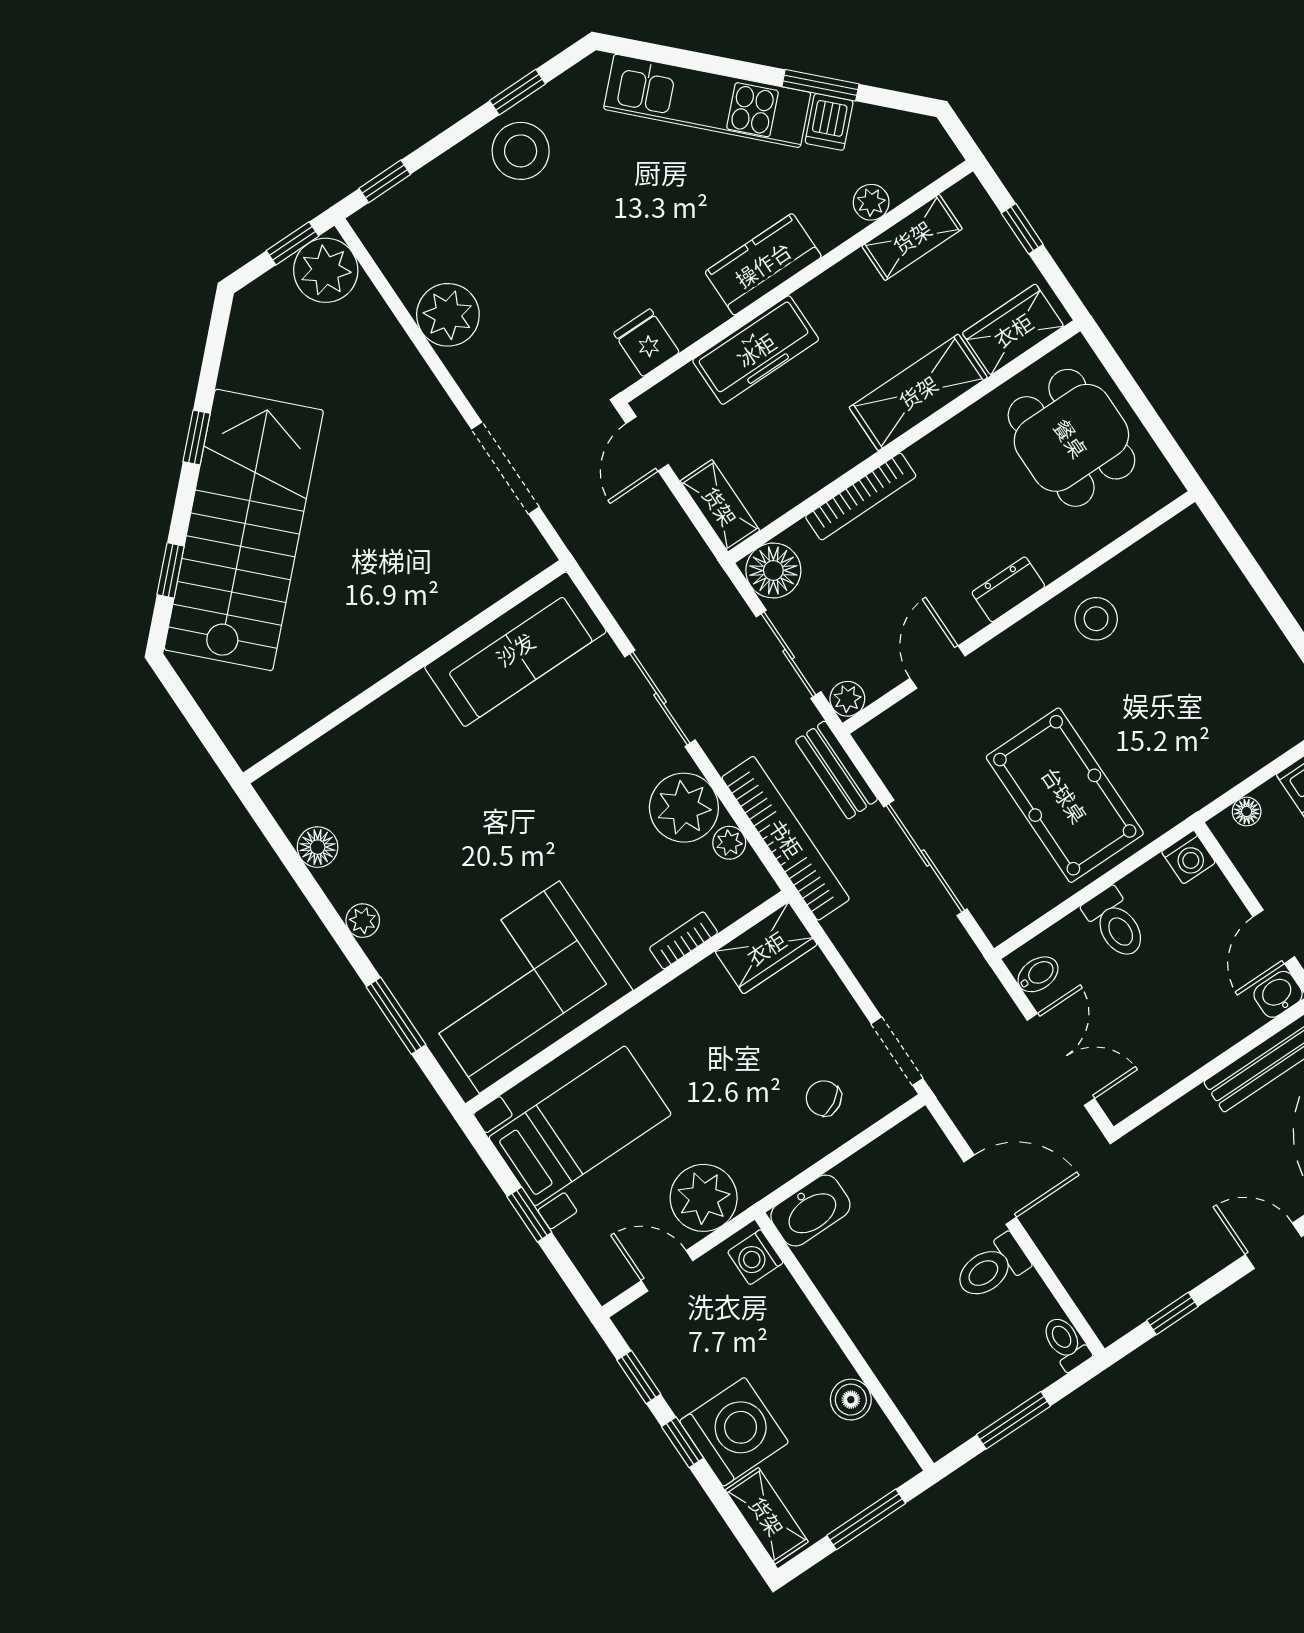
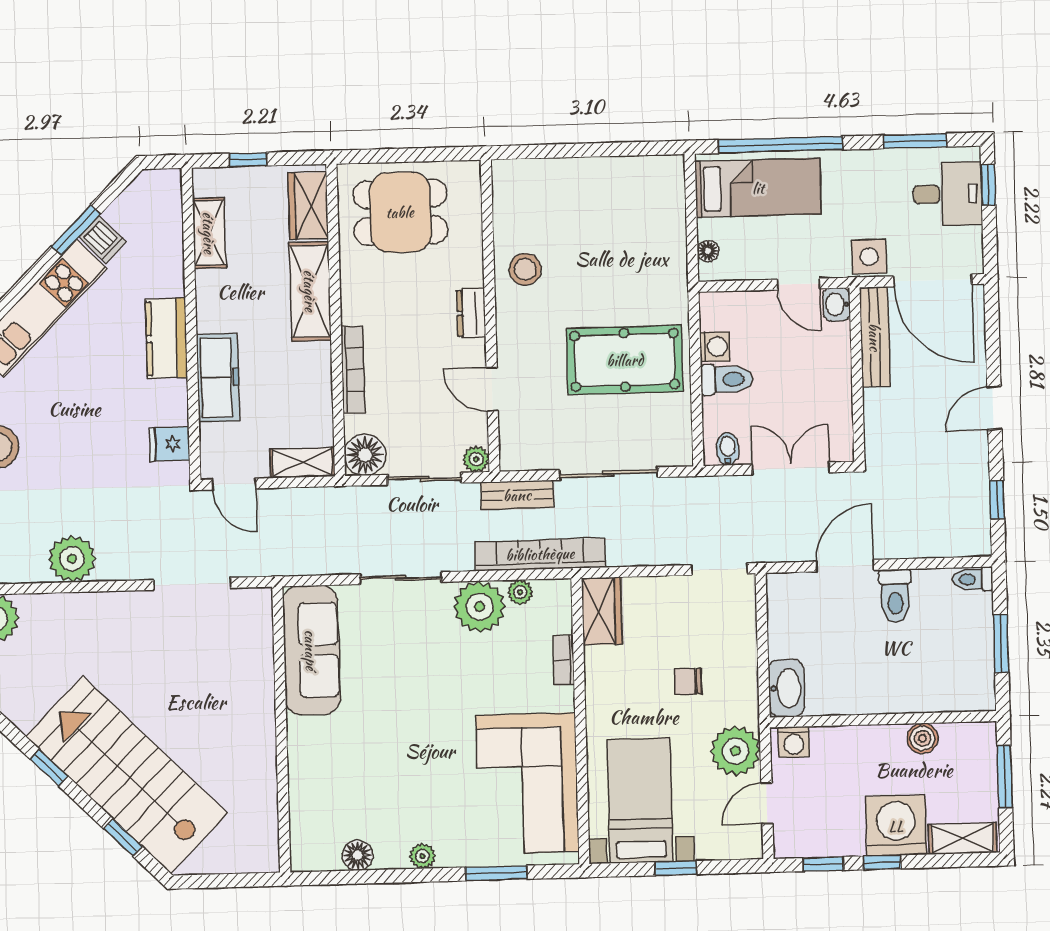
plant: (871, 202) -> (170, 245), removed
washing machine: (1189, 857) -> (715, 347), moved
chair: (824, 1098) -> (688, 681), moved, turned 30

